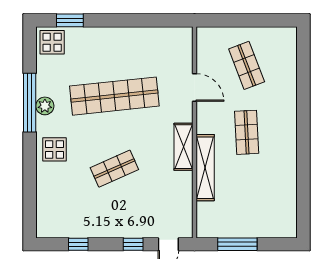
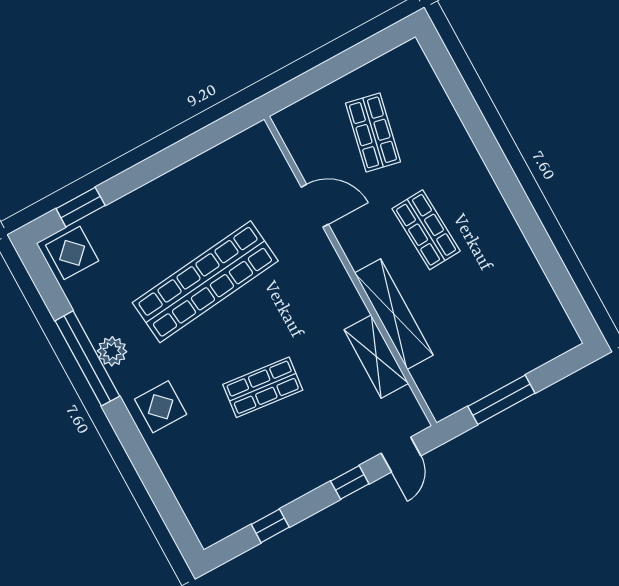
shop shelf: (247, 65) -> (373, 132), turned 33
shelving: (183, 147) -> (376, 357), moved
shop shelf: (114, 169) -> (263, 387), turned 30

